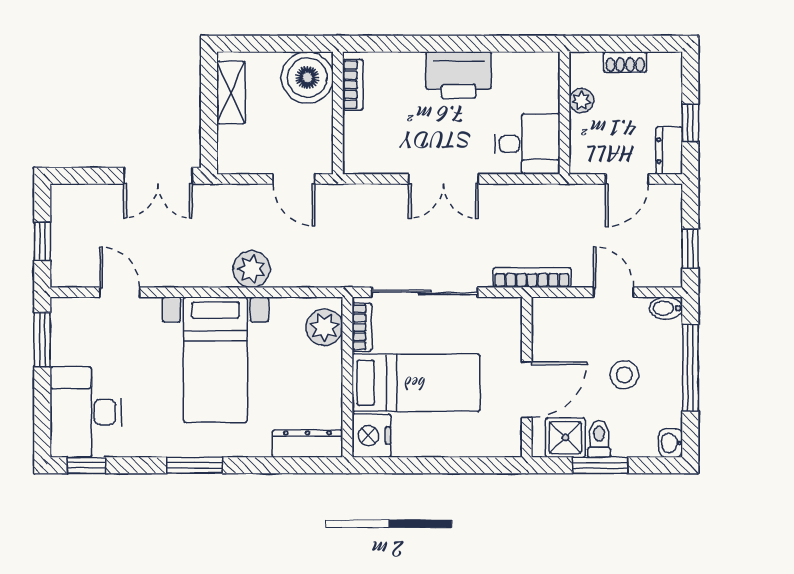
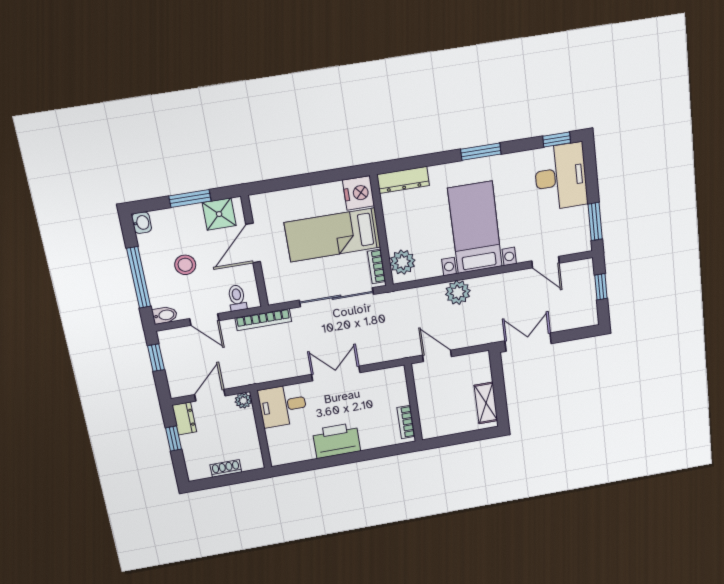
boiler: (307, 78) -> (437, 421), removed
plant: (581, 101) -> (243, 401), moved
toilet: (599, 439) -> (237, 298), moved, turned 180

